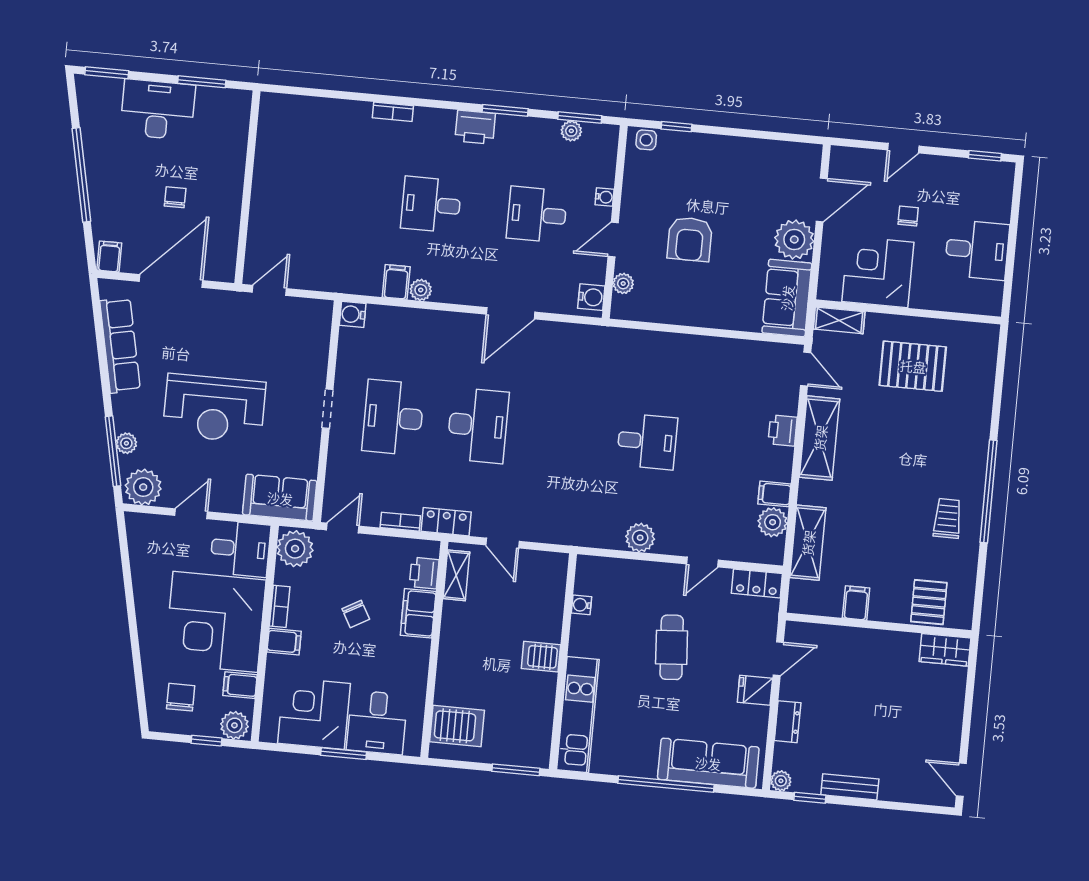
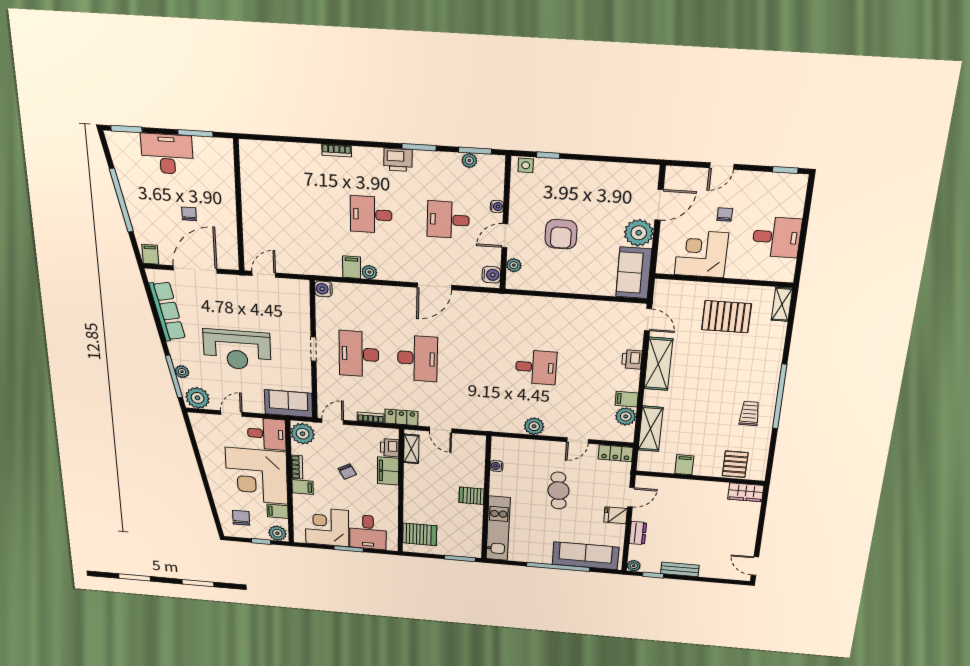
shelving: (839, 320) -> (782, 304), moved, turned 90

